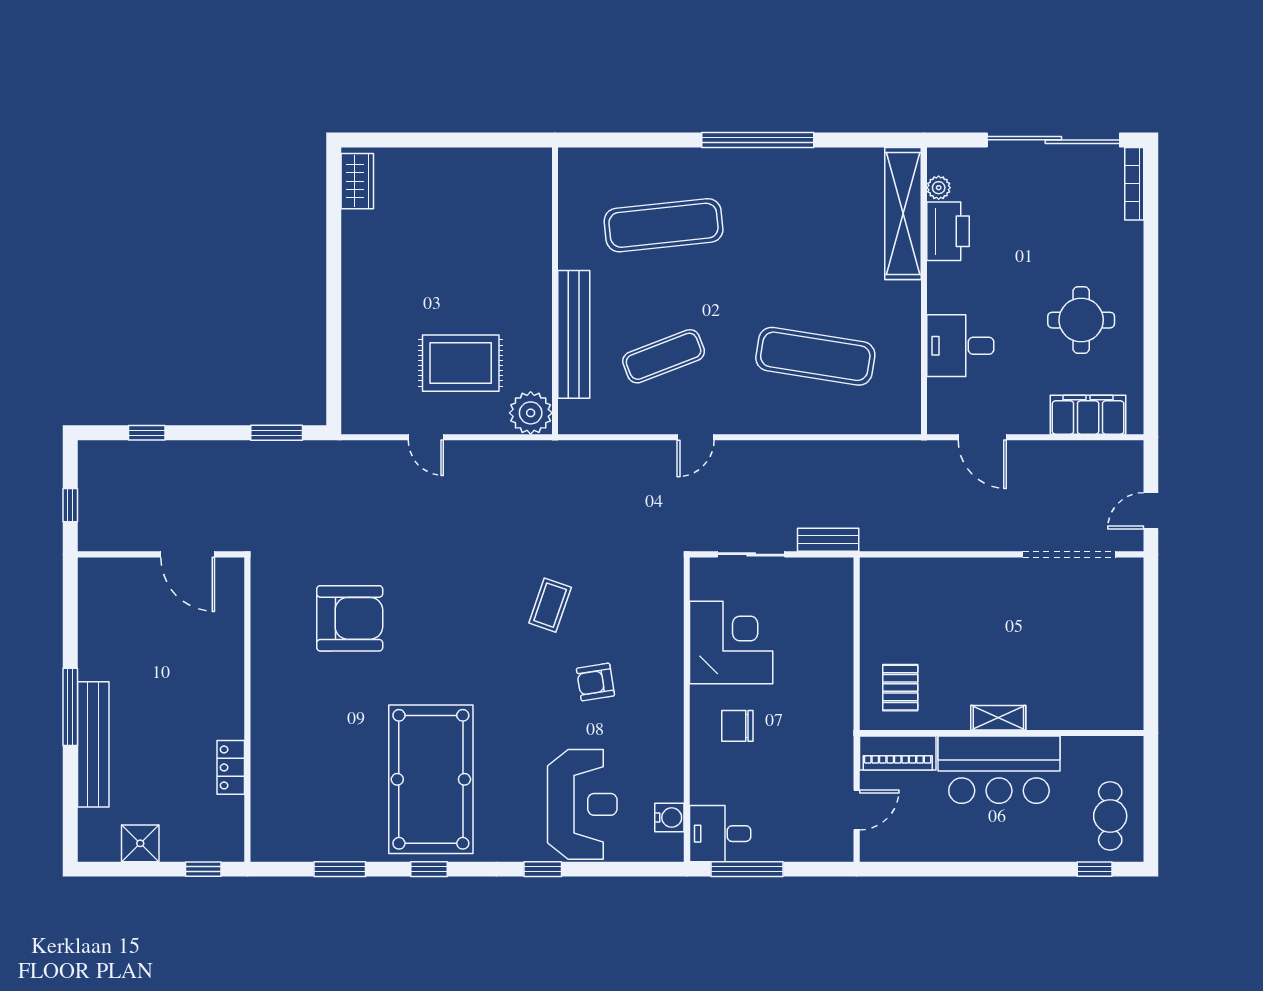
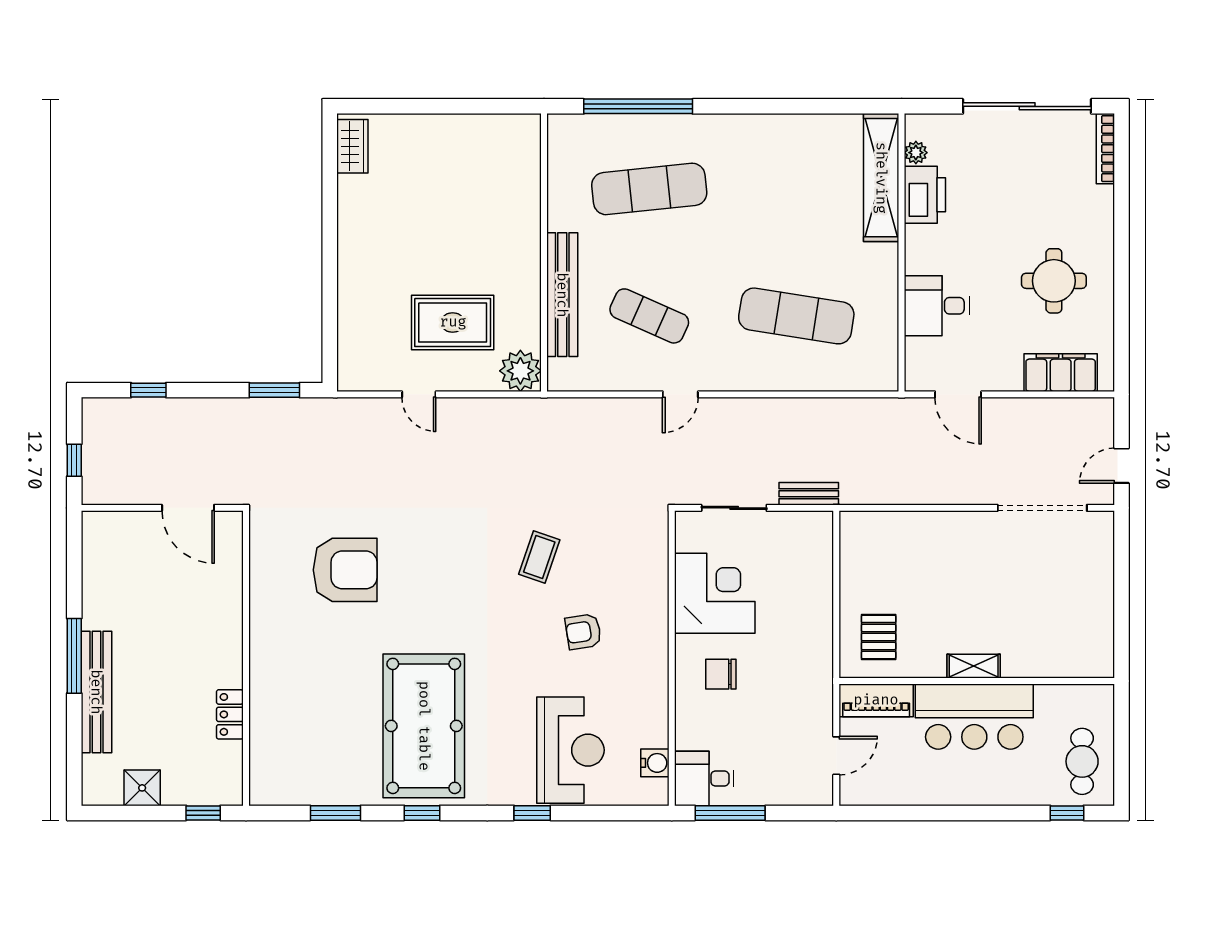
window: (758, 140) -> (638, 106), moved
exercise mat: (664, 356) -> (649, 316), turned 45

